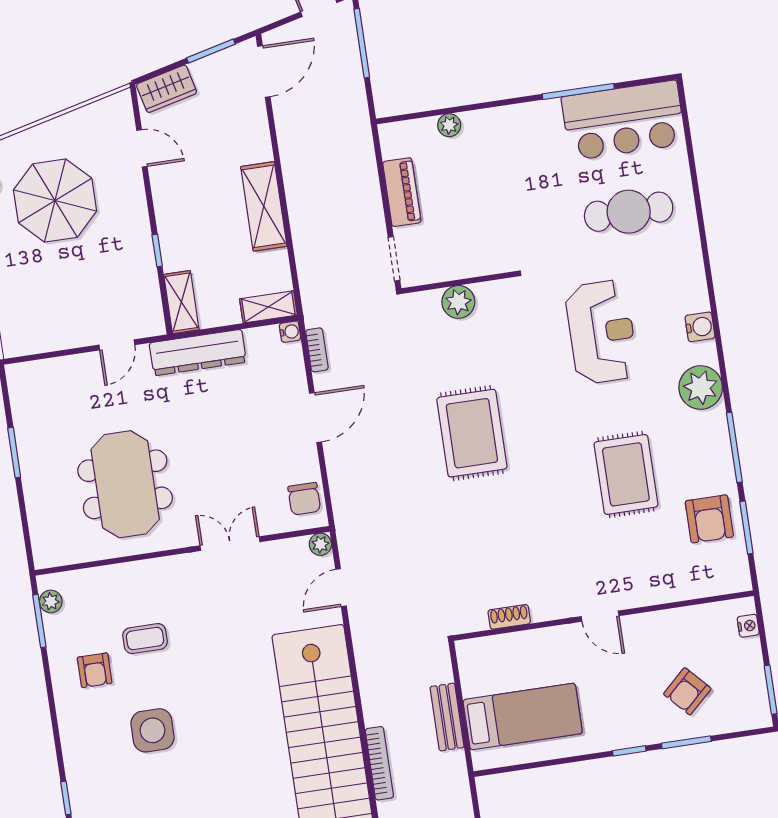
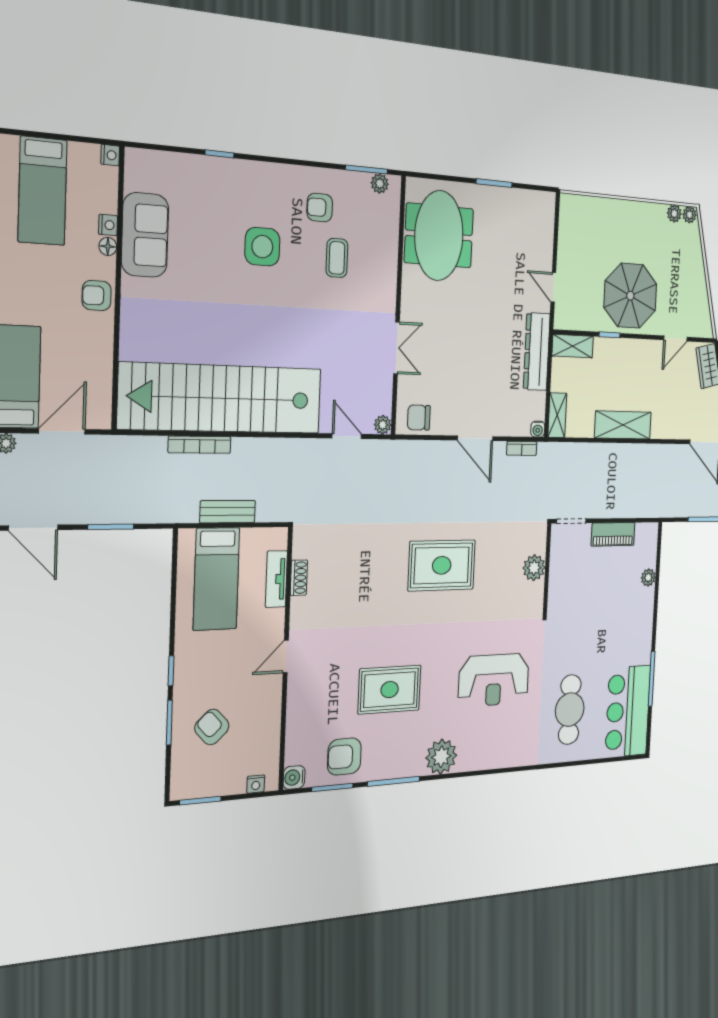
parasol: (55, 201) -> (630, 296), moved
water cooler: (700, 327) -> (294, 777), moved, turned 90
meeting table: (125, 484) -> (439, 236), moved, turned 90
tv unit: (514, 644) -> (276, 579), added

